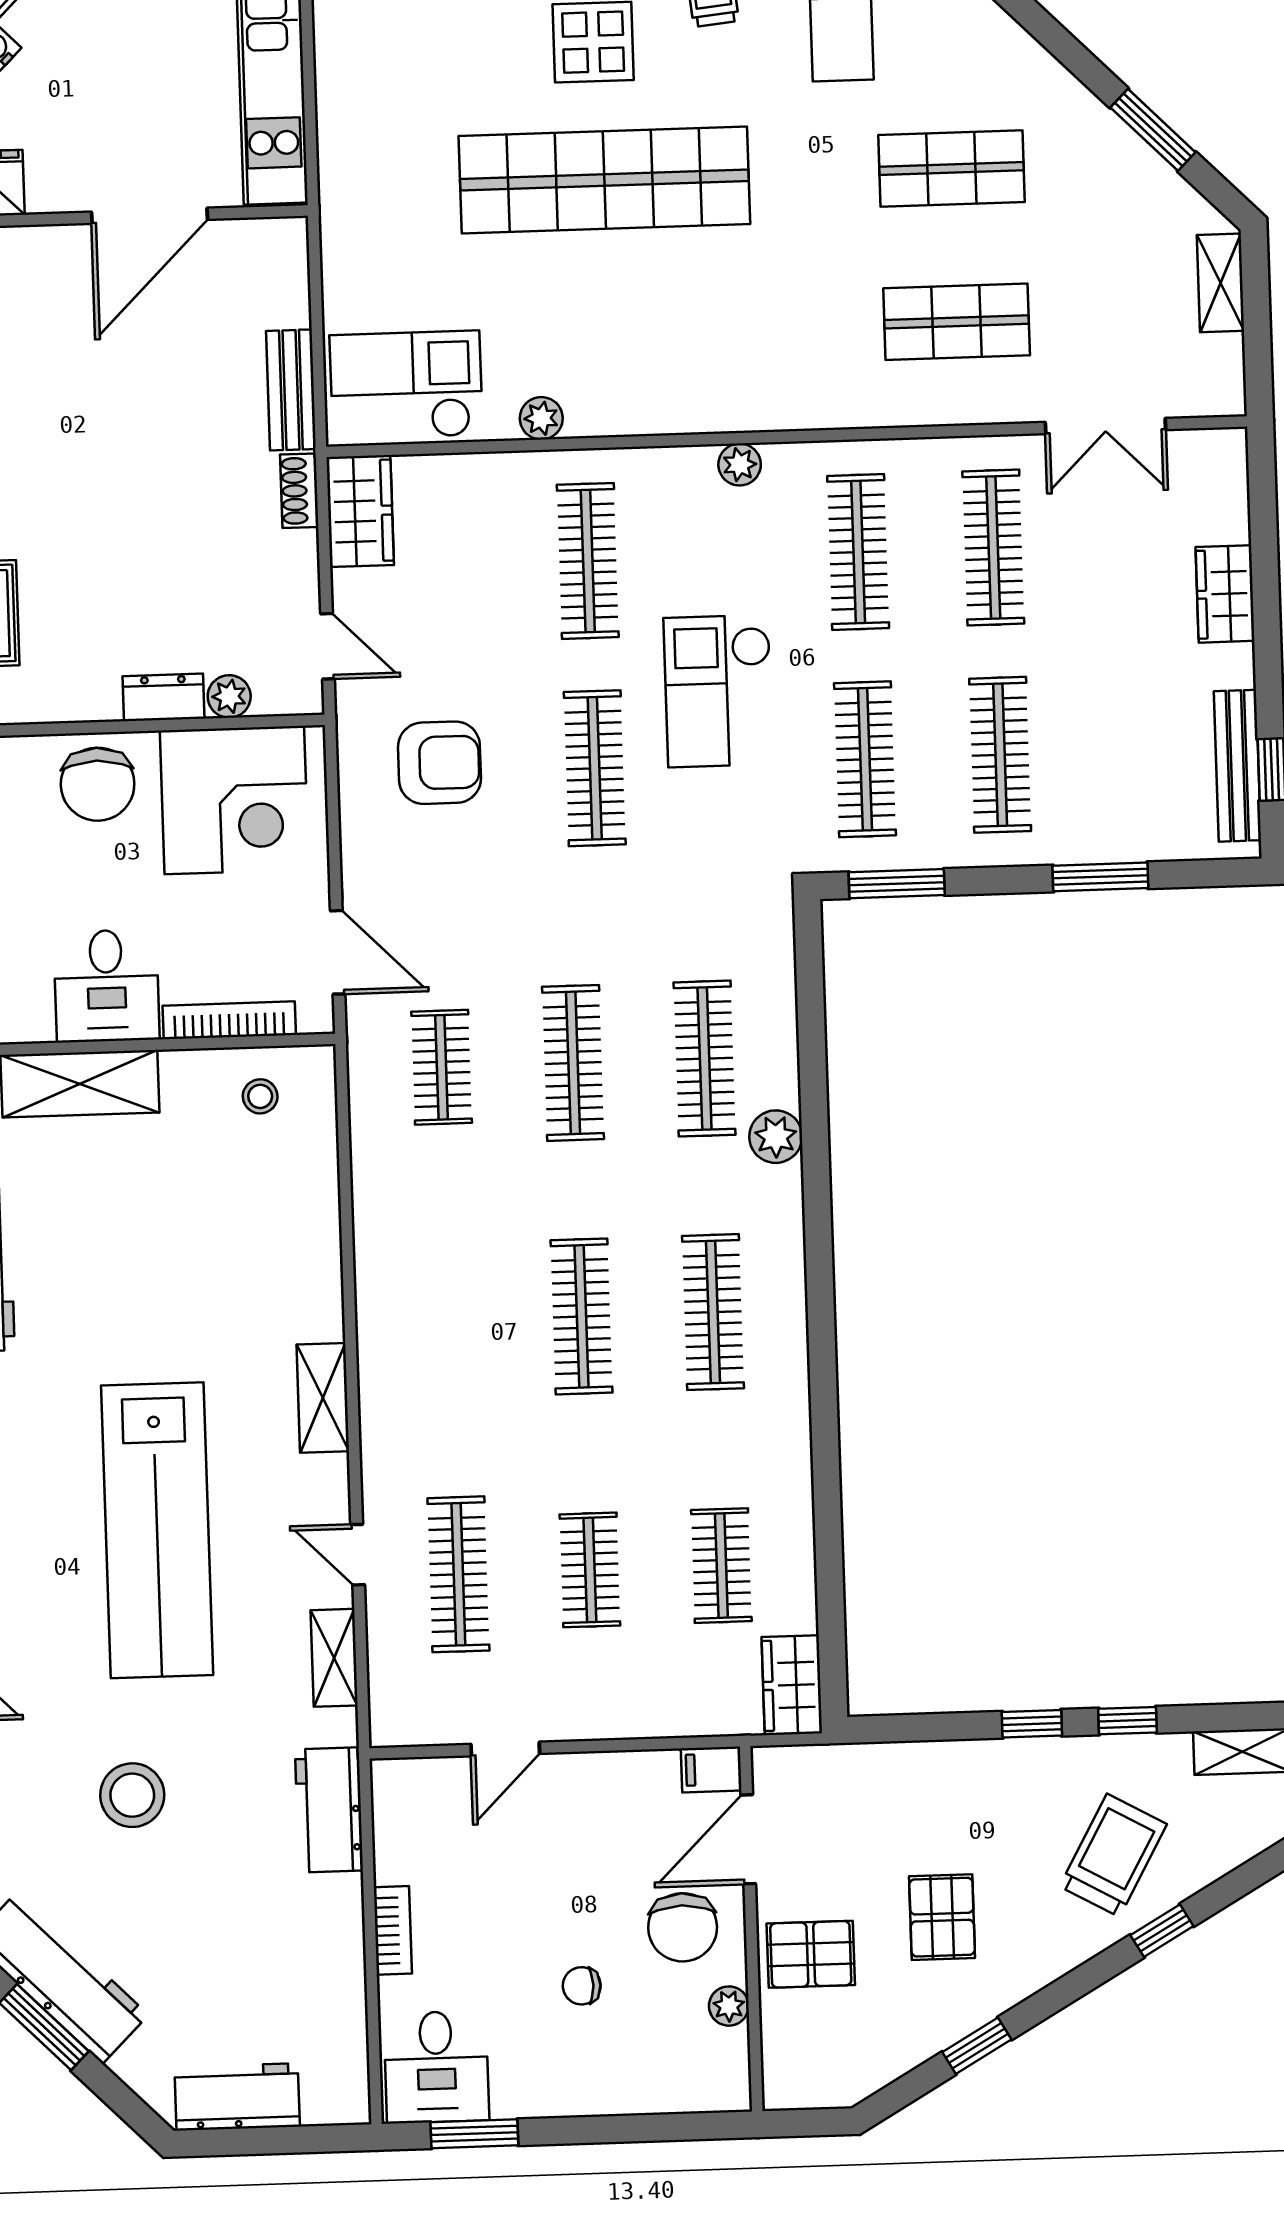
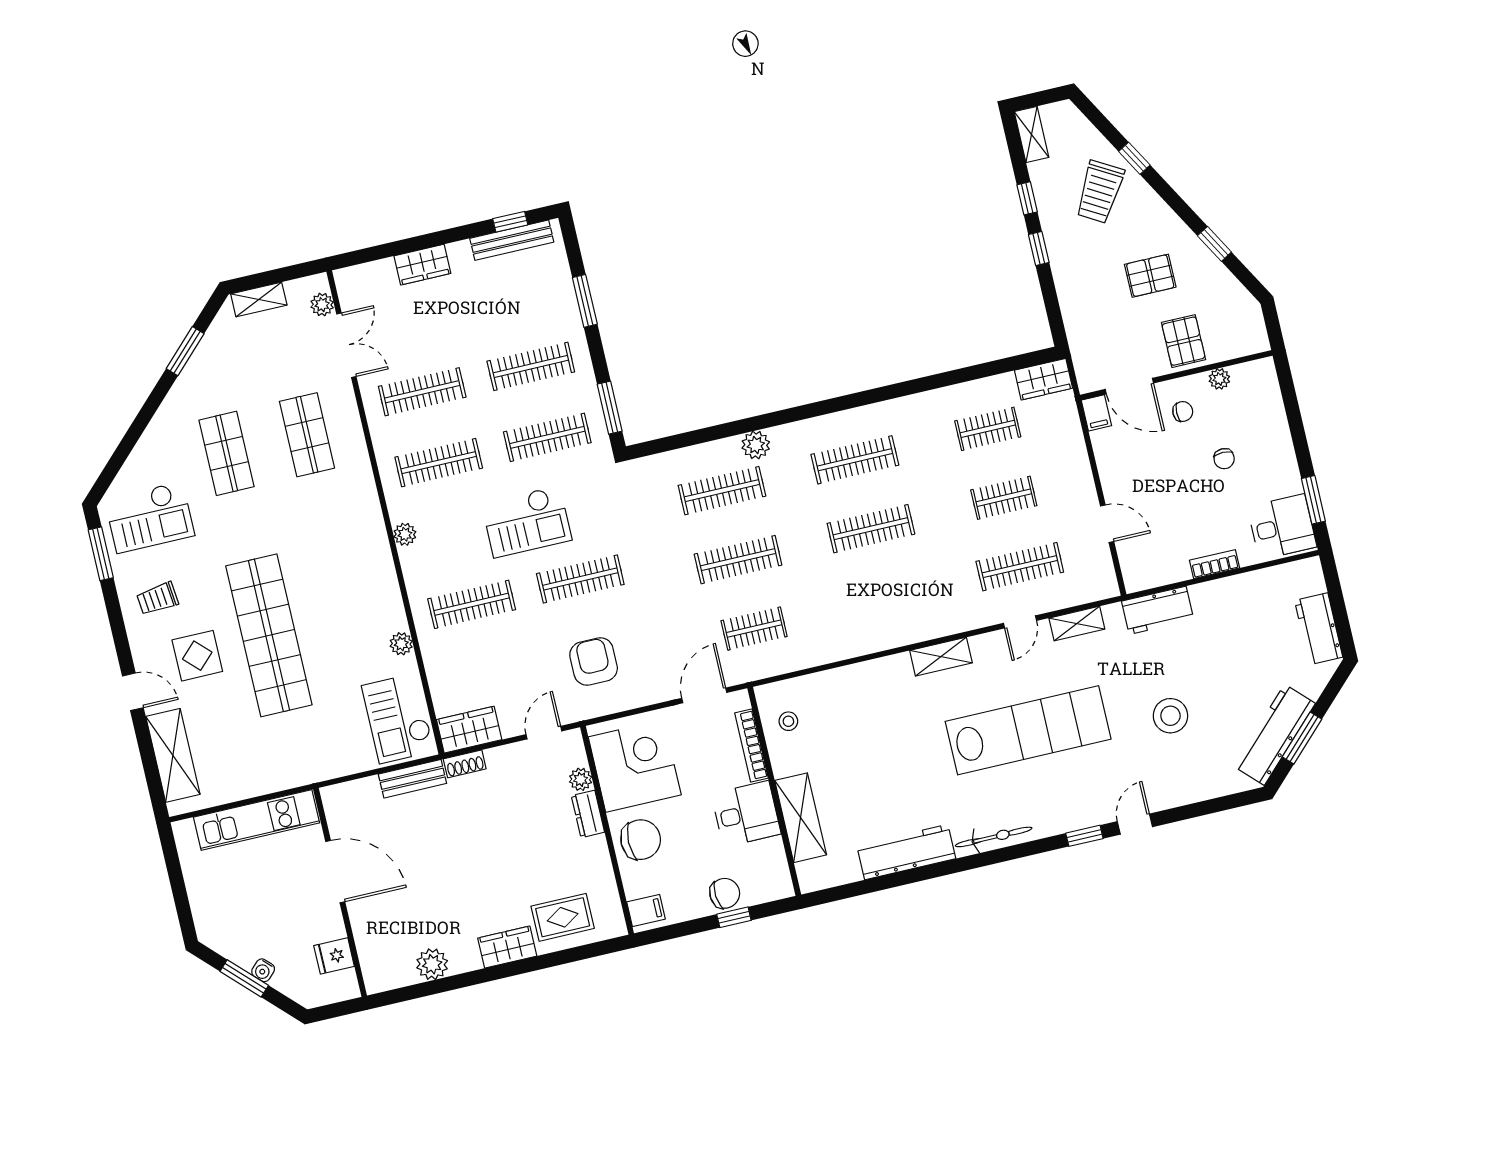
plant: (1188, 397) -> (322, 305), added
trolley: (1113, 1855) -> (1100, 192), turned -89
chair: (683, 1927) -> (1183, 412), width x0.54, depth x0.54

